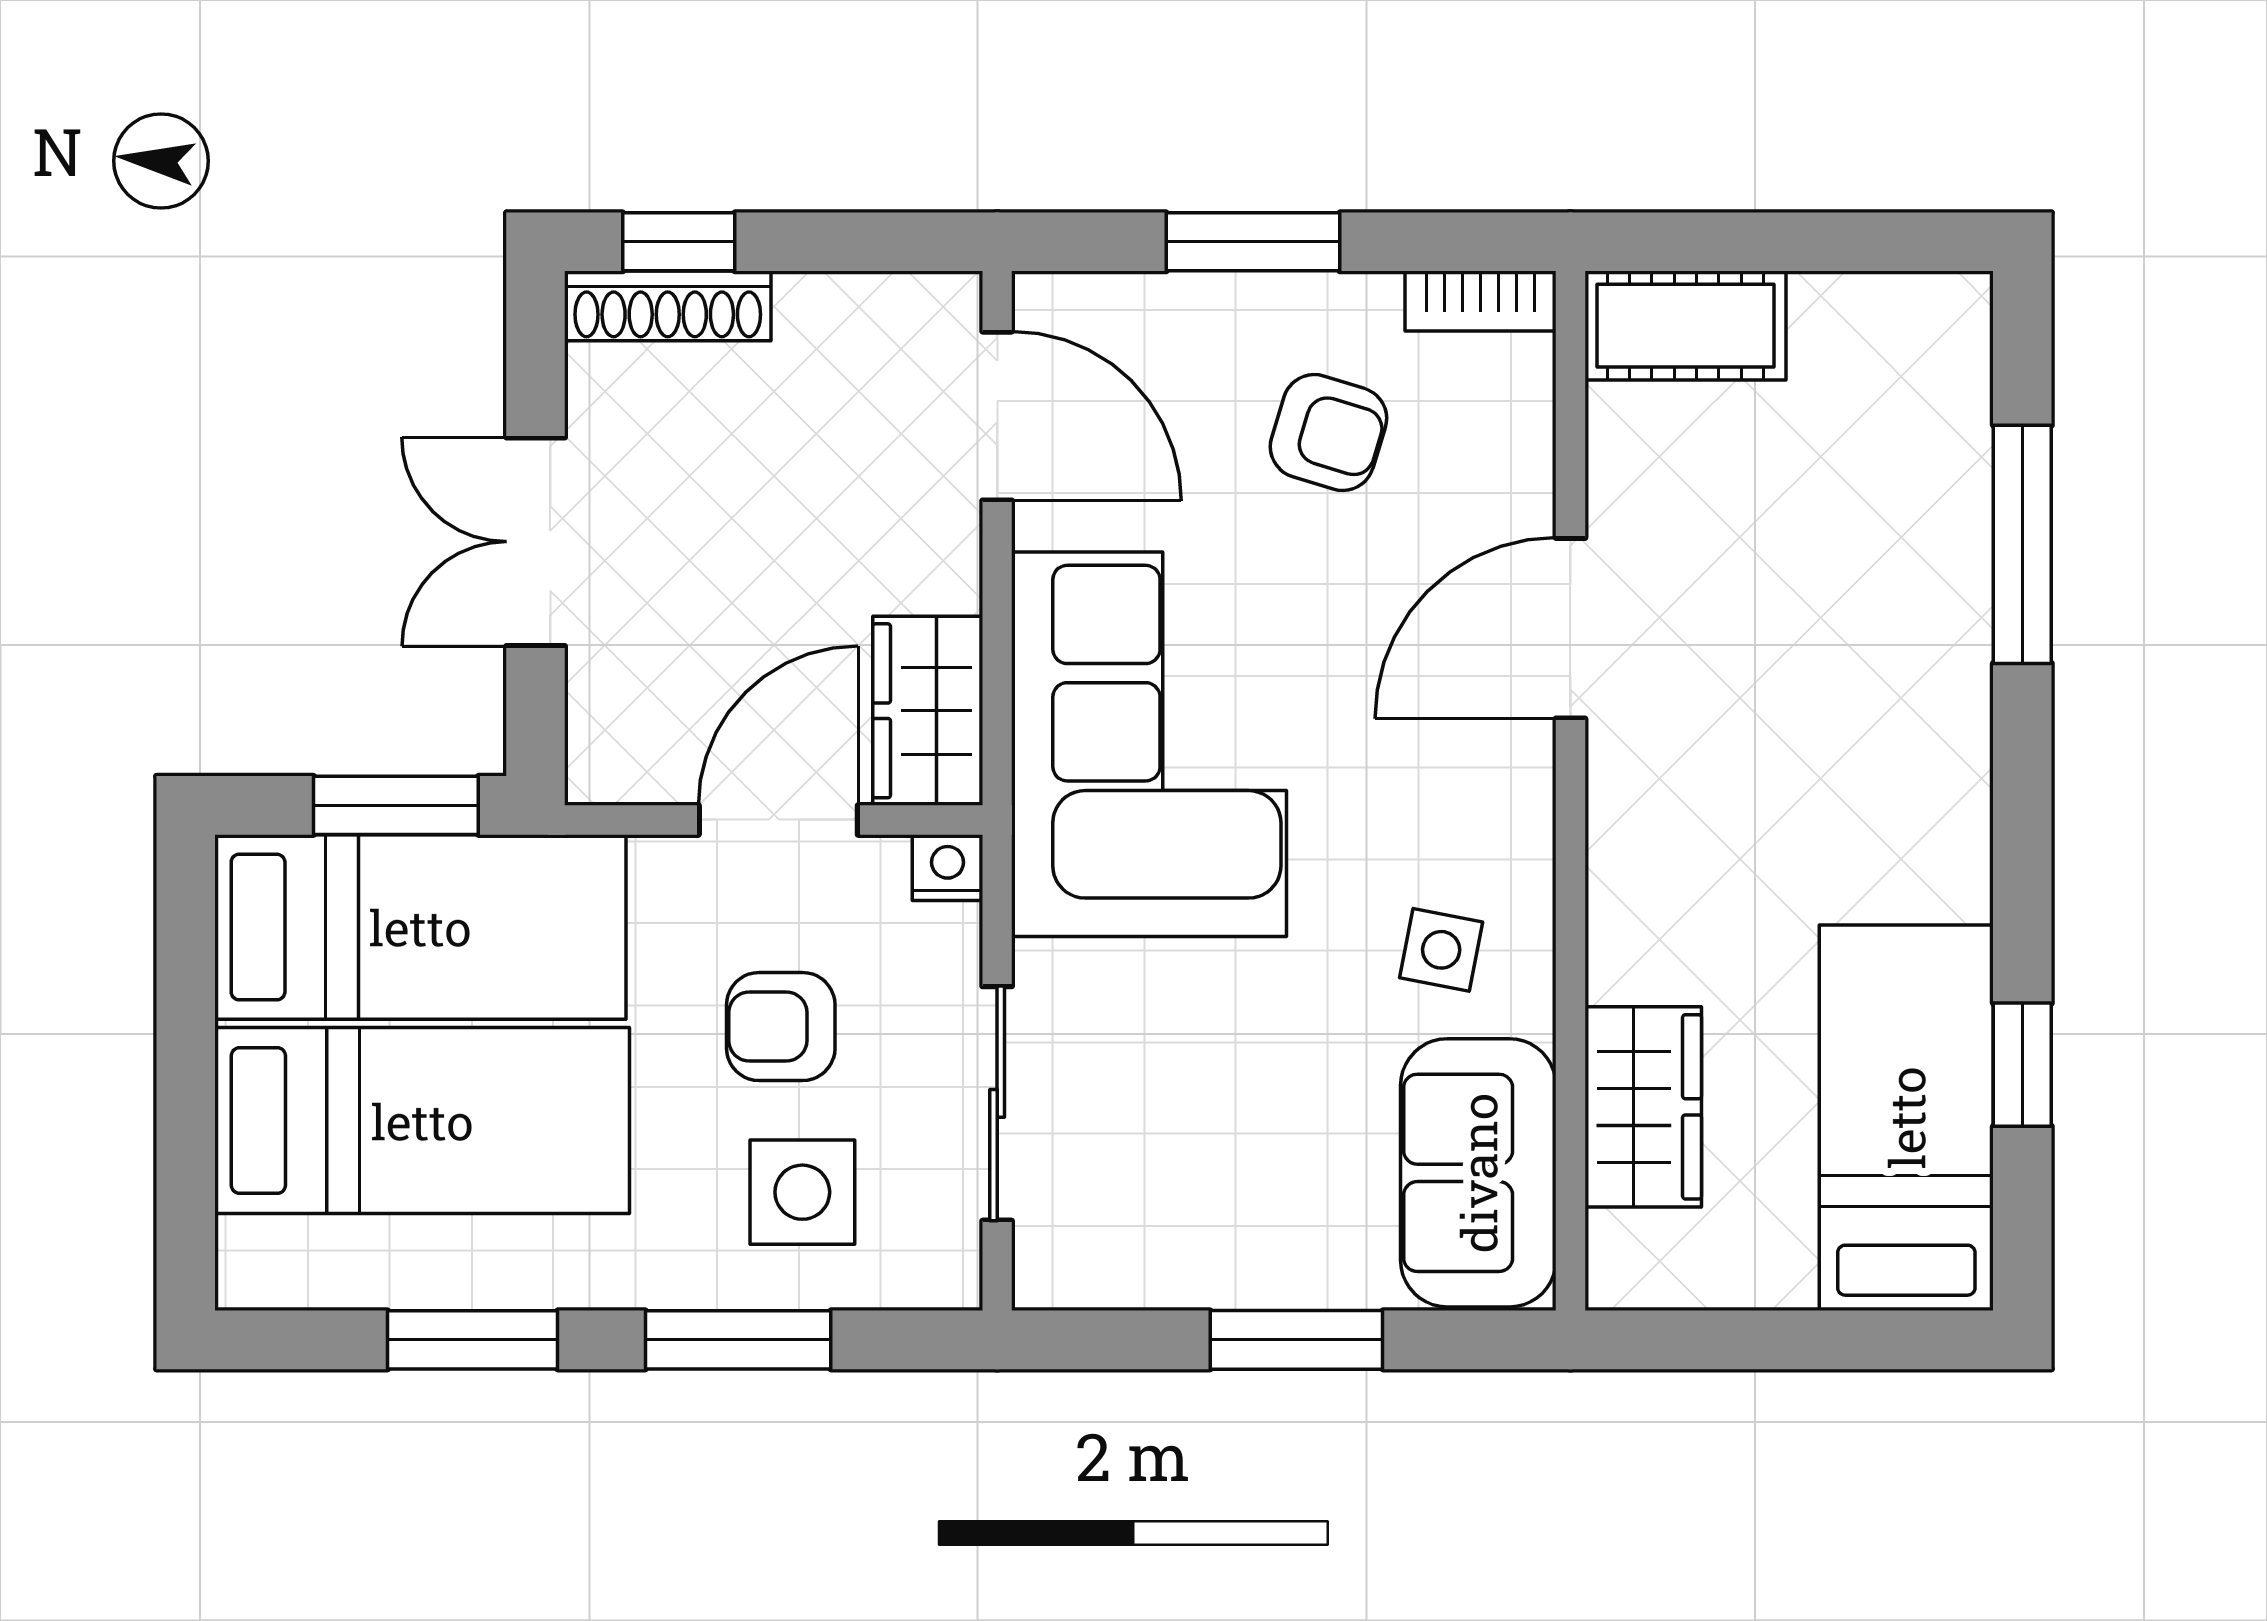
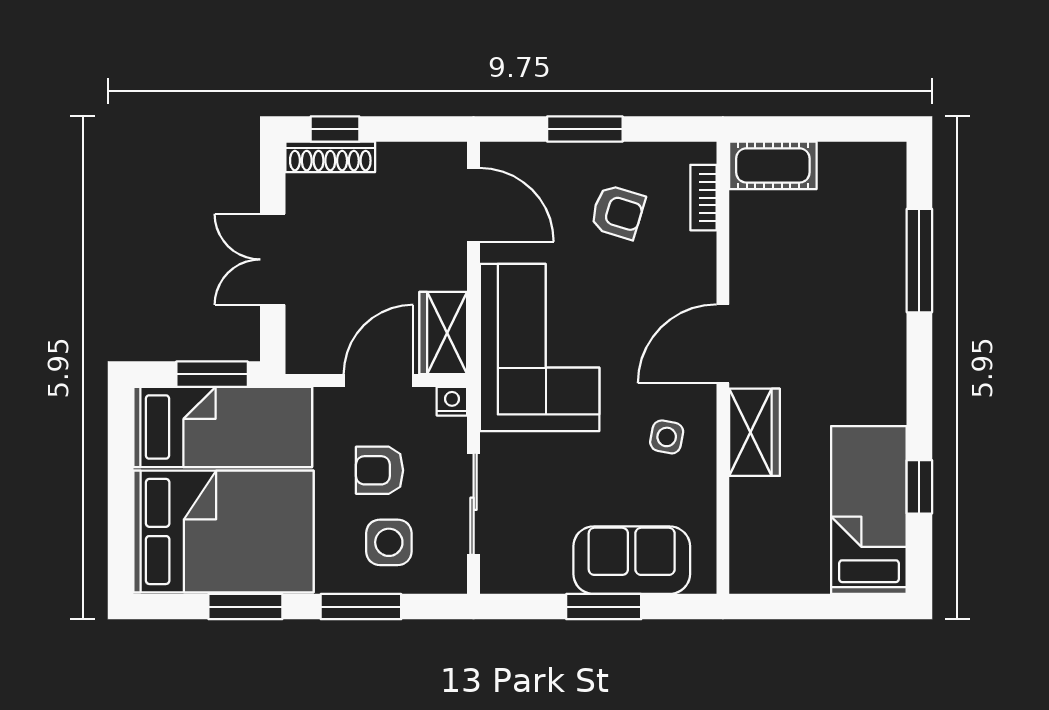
bookcase: (1481, 301) -> (703, 198), moved, turned 90
door: (1570, 628) -> (723, 344), moved
wardrobe: (1643, 1107) -> (755, 432), moved
bed: (422, 1121) -> (223, 531), width x1.50
sofa: (1478, 1173) -> (632, 560), moved, turned 90

